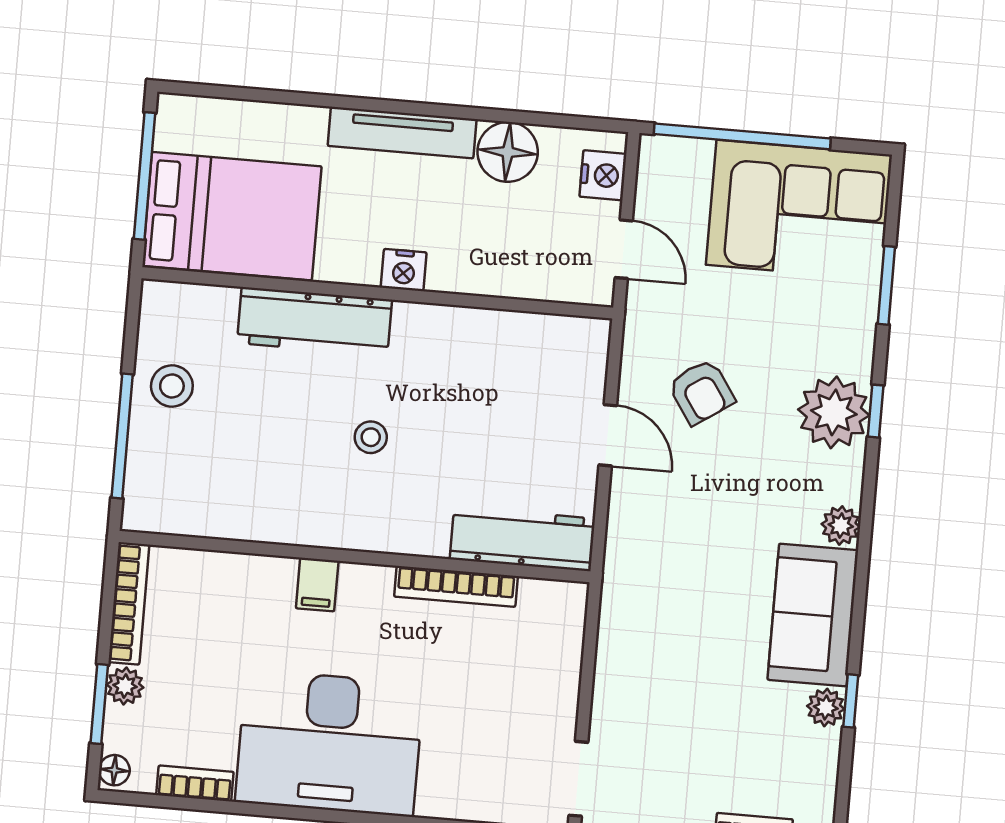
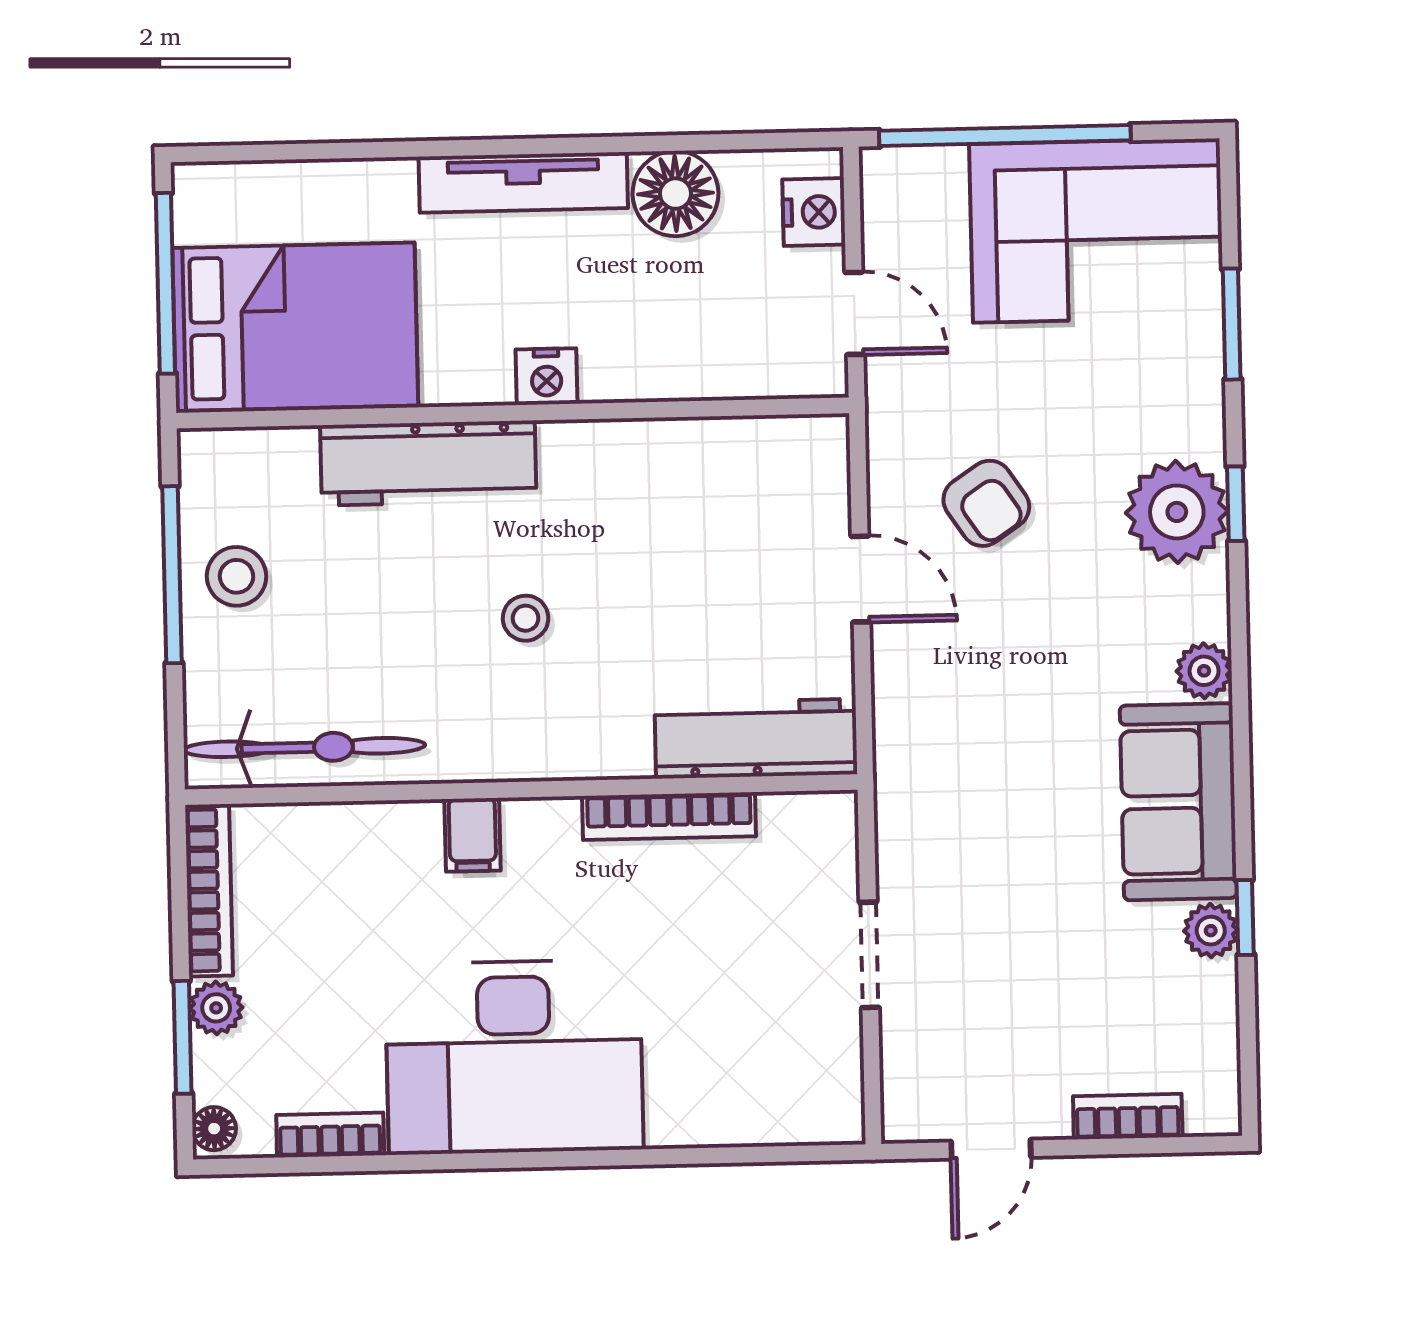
window: (122, 436) -> (172, 575), moved
bicycle: (206, 511) -> (304, 748), added
doorway: (578, 779) -> (869, 955), moved

